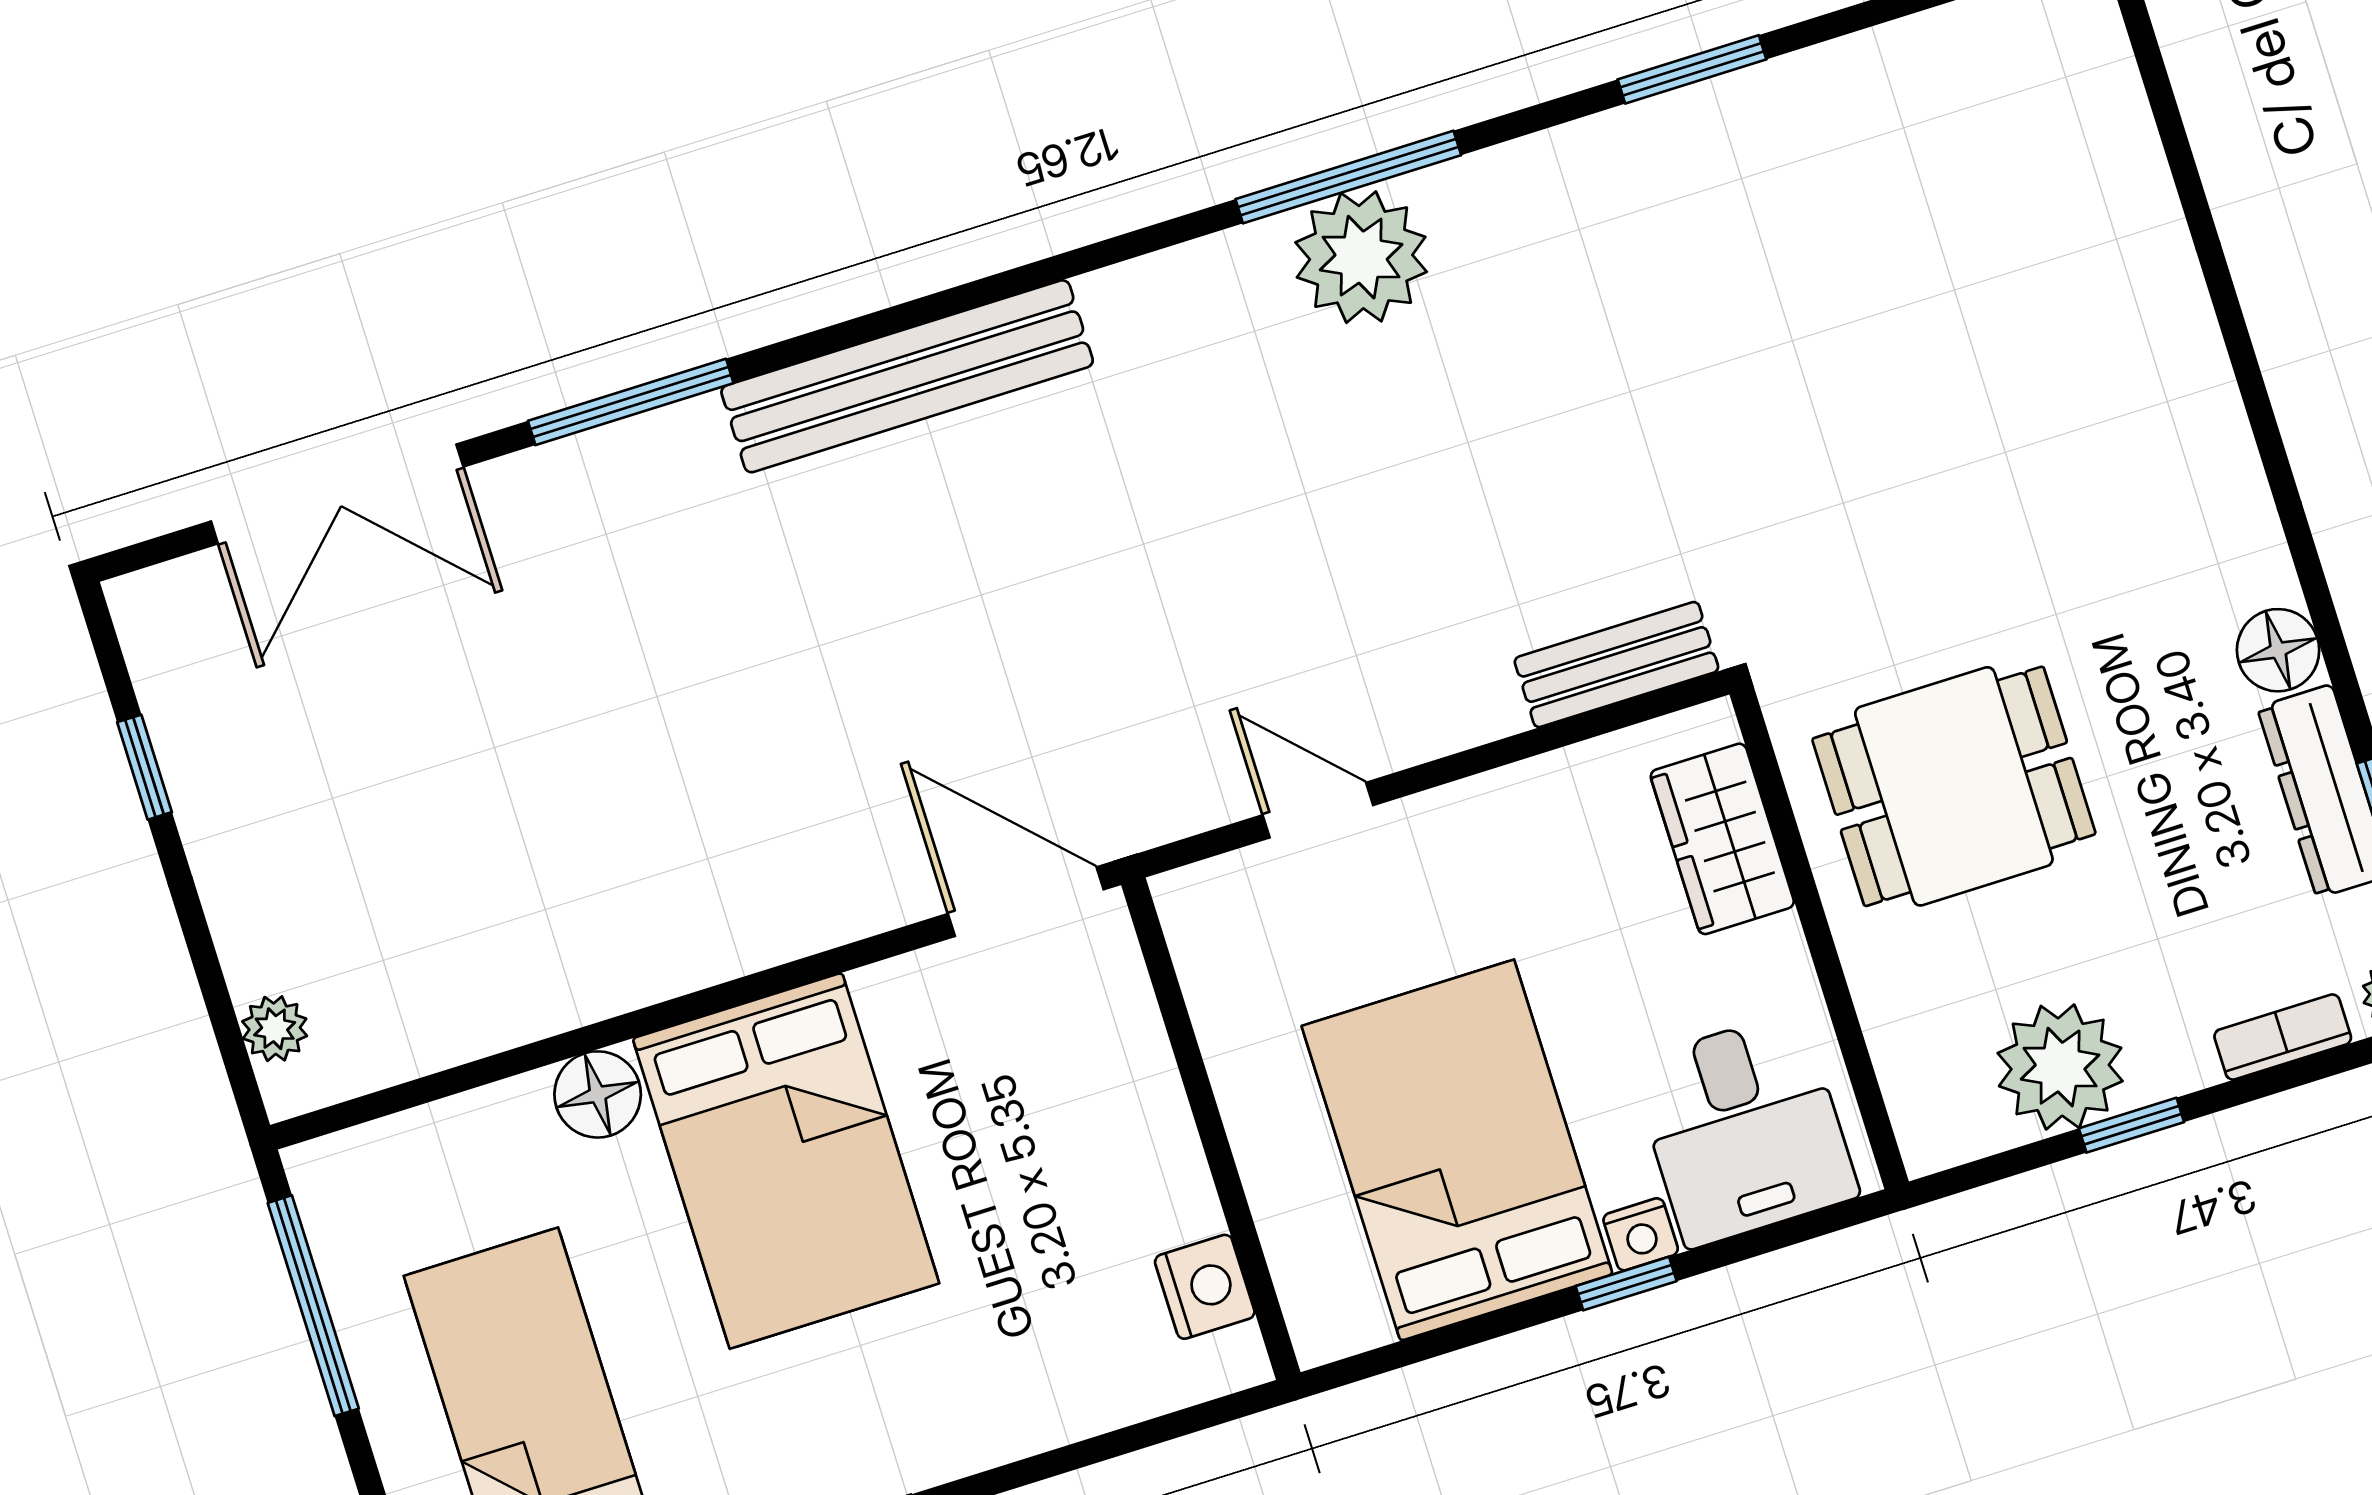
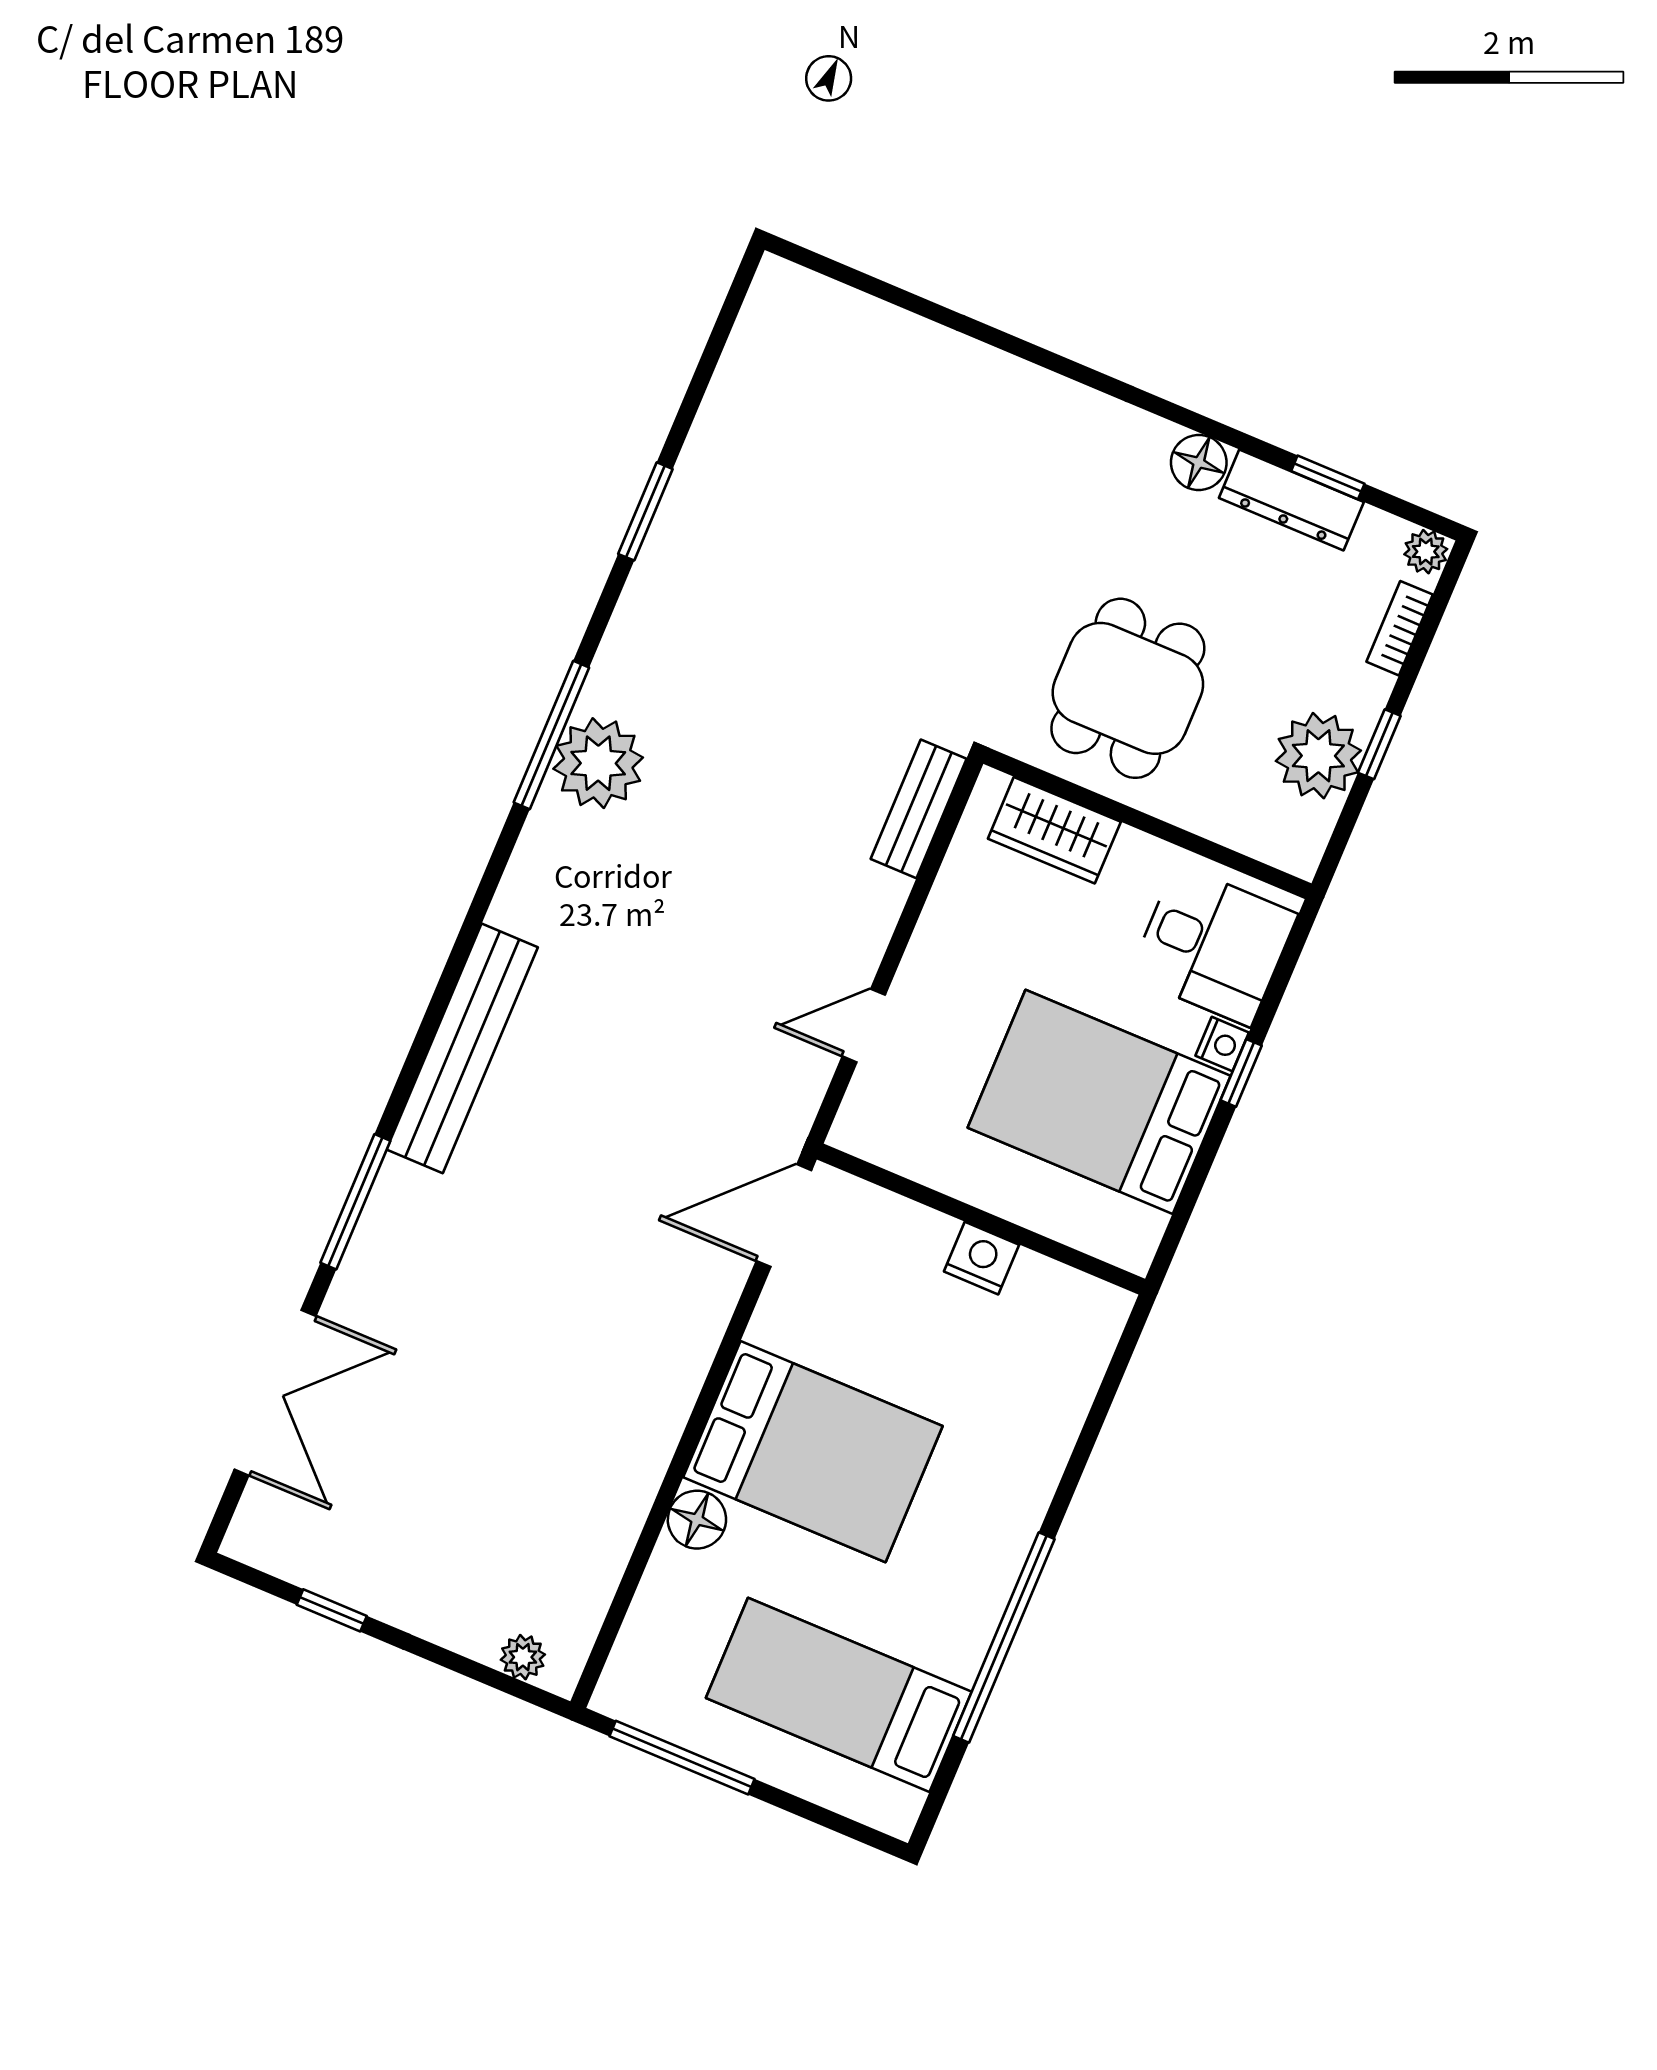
nightstand: (1205, 1287) -> (982, 1258), moved

